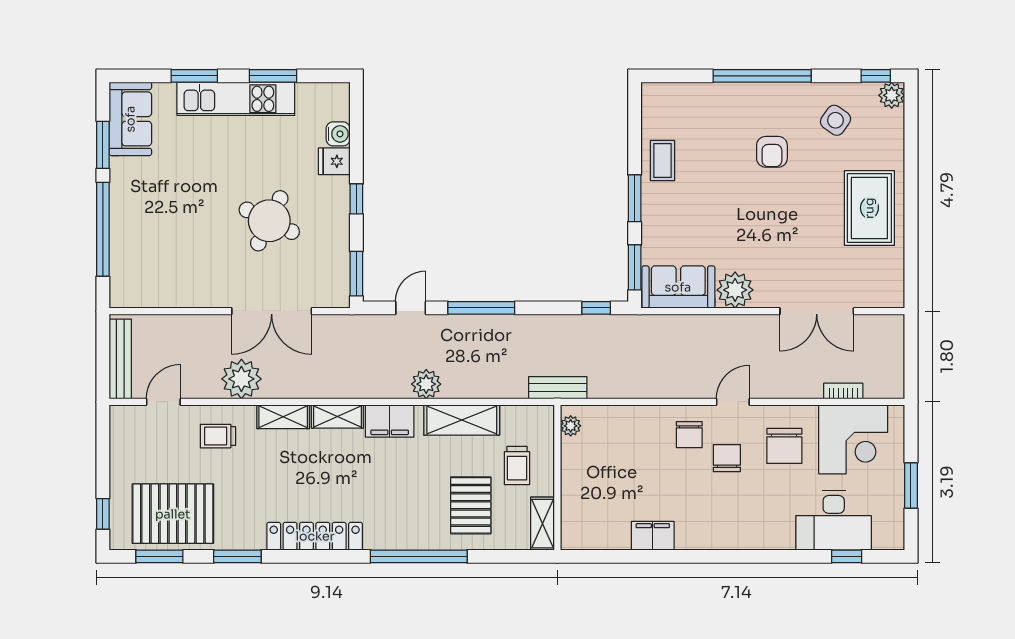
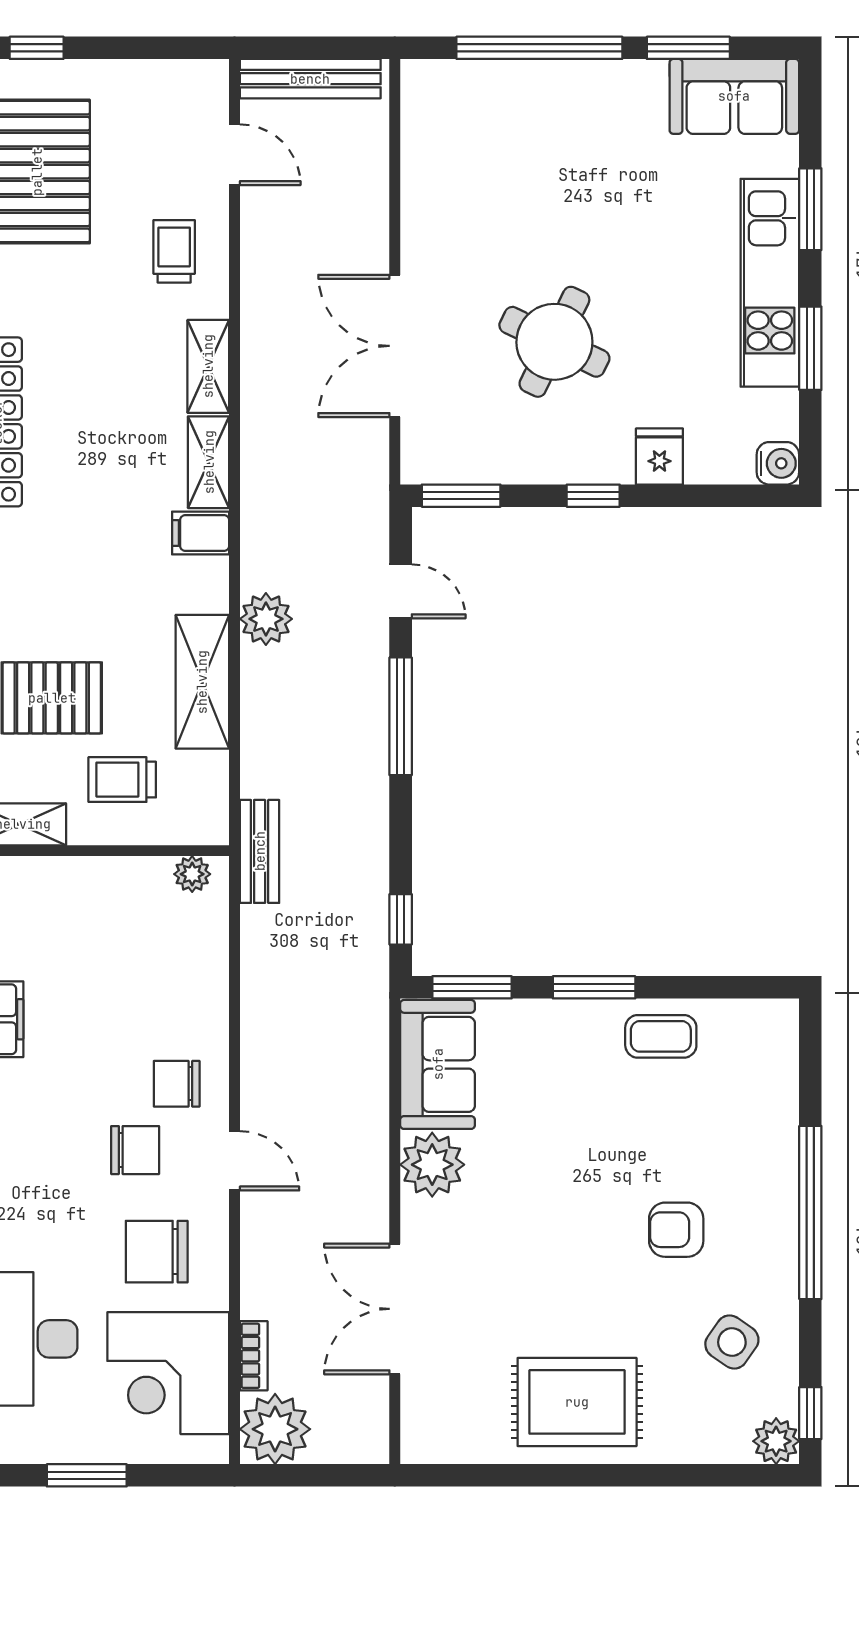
water cooler: (338, 134) -> (778, 463), moved, turned -90
plant: (241, 379) -> (275, 1429), moved
filing cabinet: (390, 421) -> (201, 533), width x0.50

